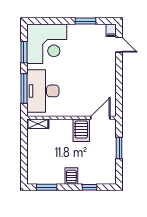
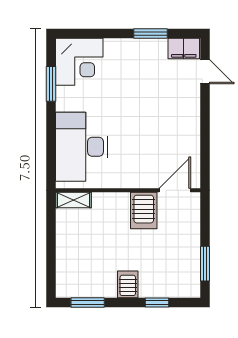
filing cabinet: (111, 30) -> (184, 49), width x2.00
corner desk: (47, 44) -> (79, 62), width x0.74, depth x0.74
window: (24, 89) -> (51, 143), removed
window: (119, 148) -> (205, 264), moved

